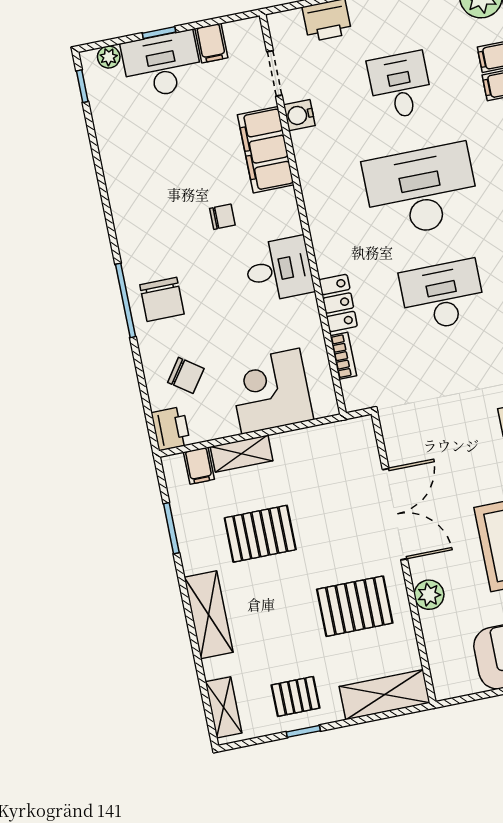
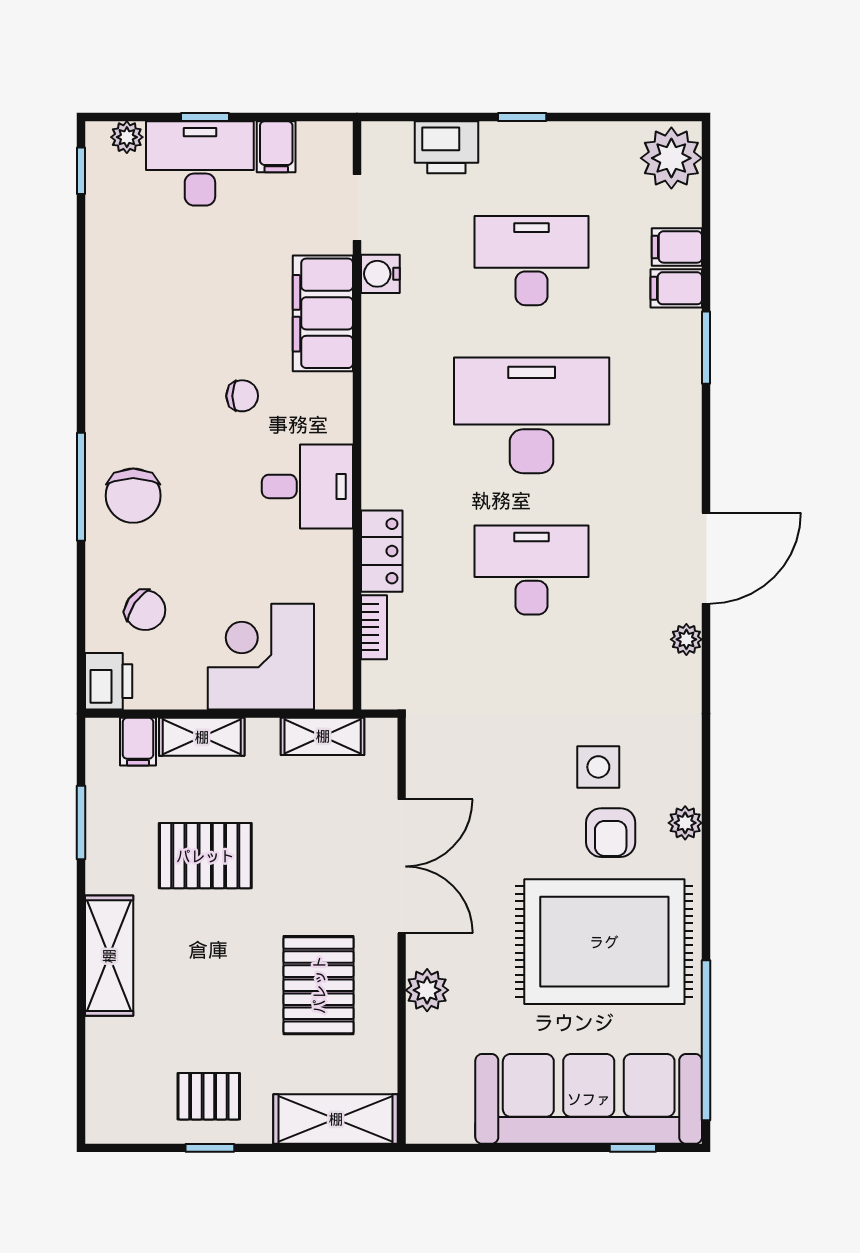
desk: (400, 85) -> (532, 261), width x1.37
pallet: (355, 606) -> (319, 985), turned 90
shelving: (224, 707) -> (323, 736), moved, turned 90

